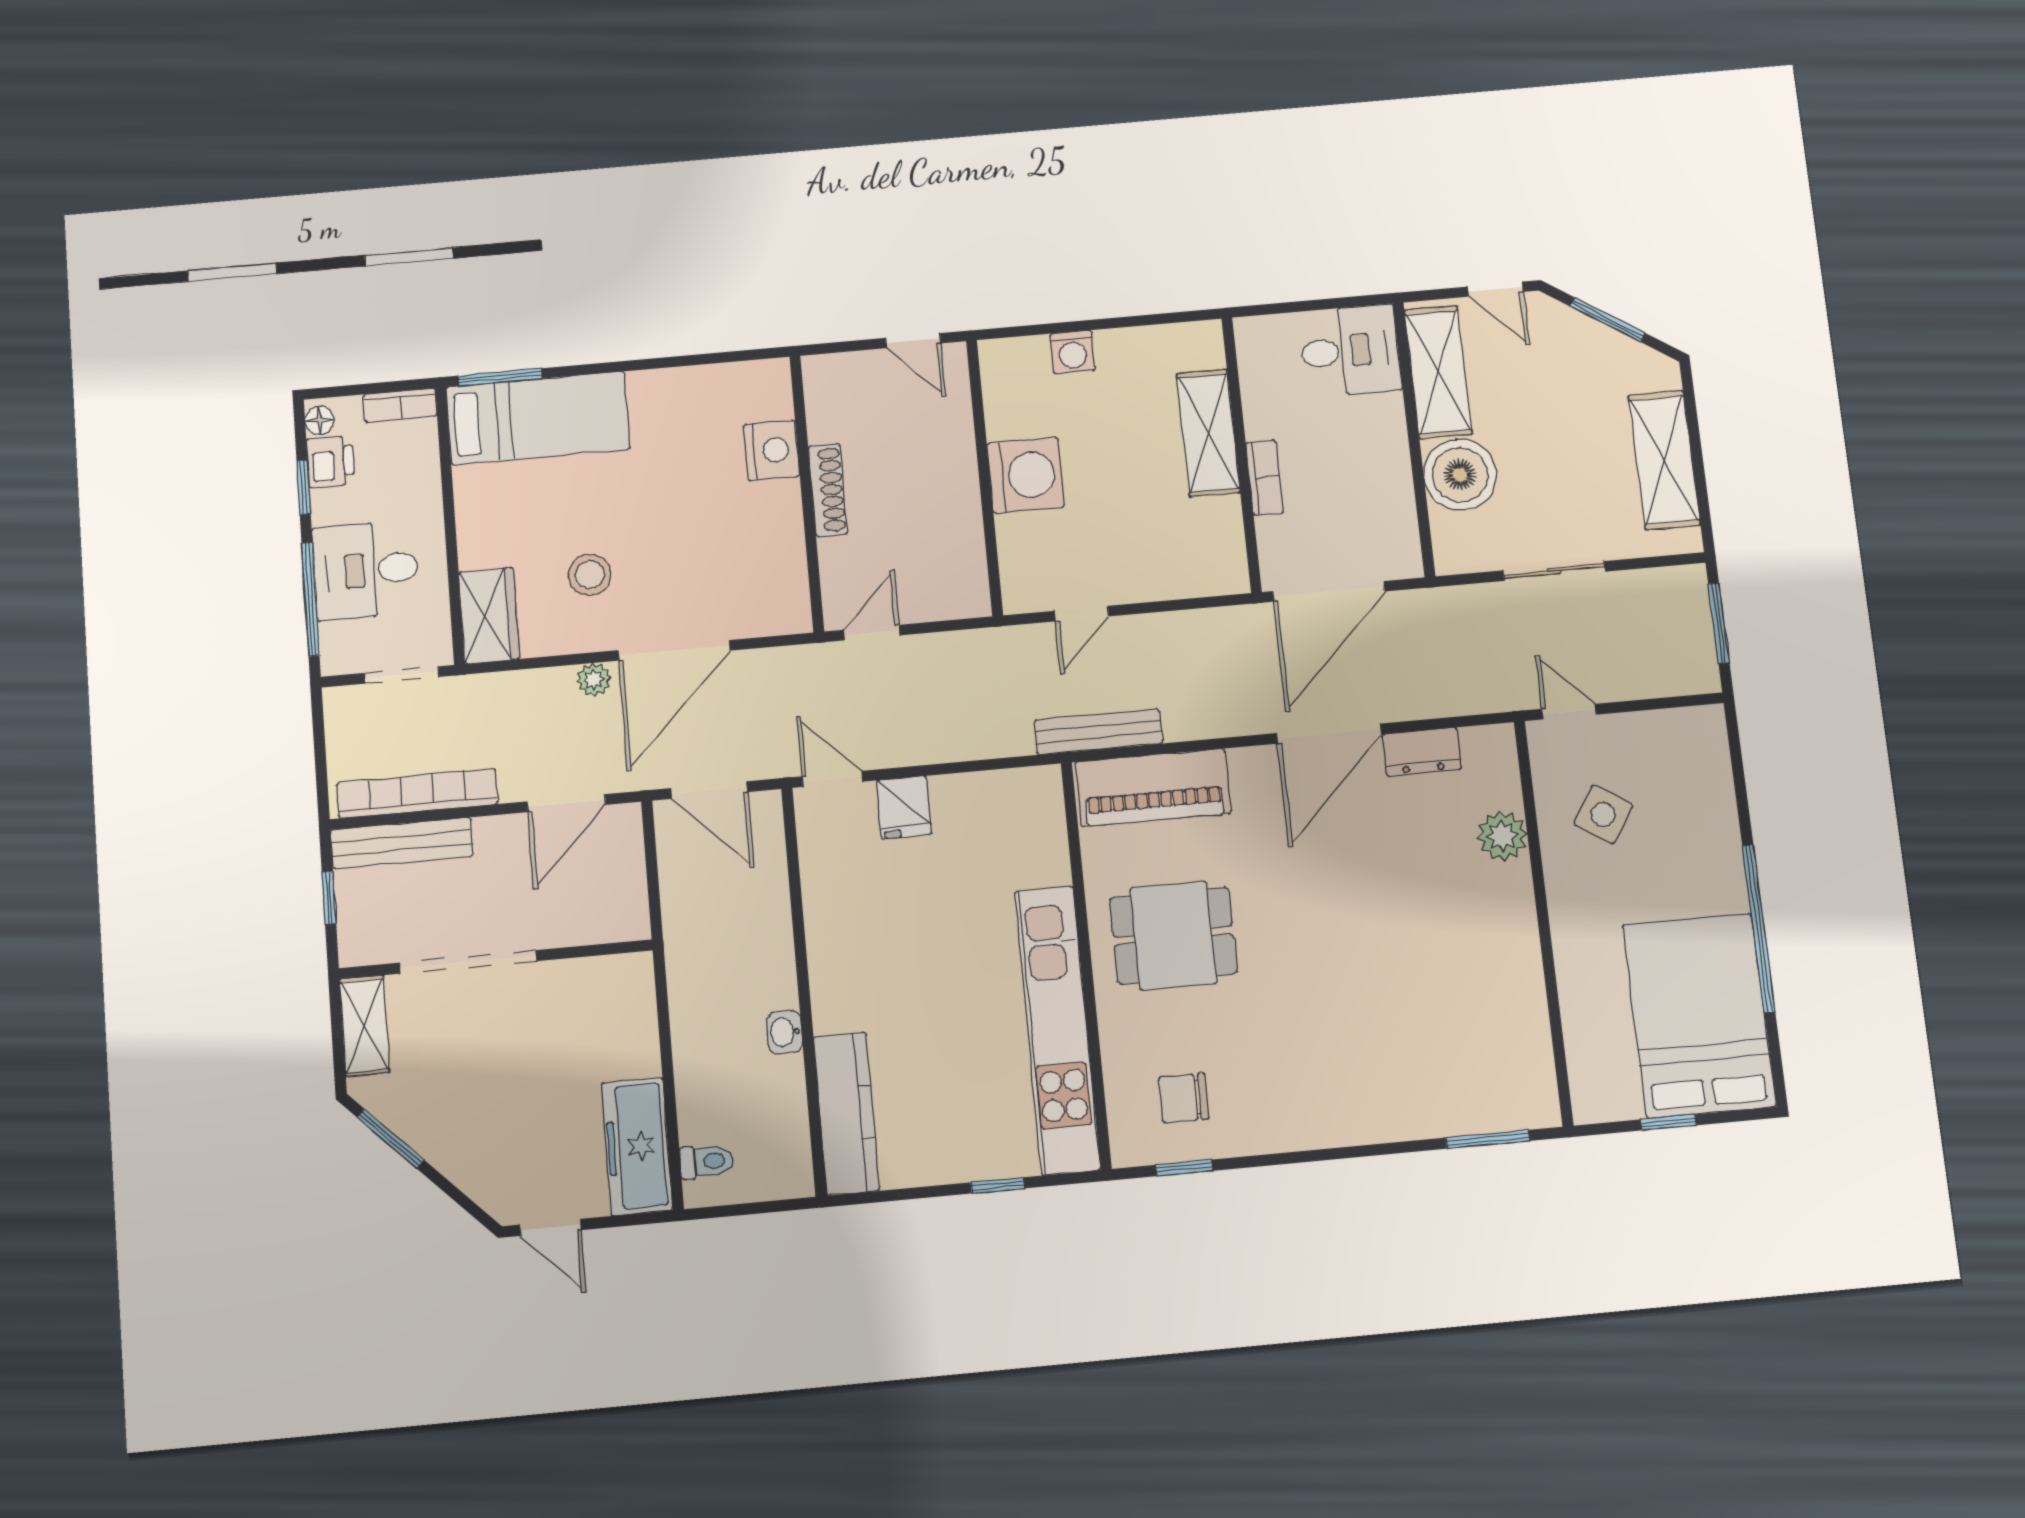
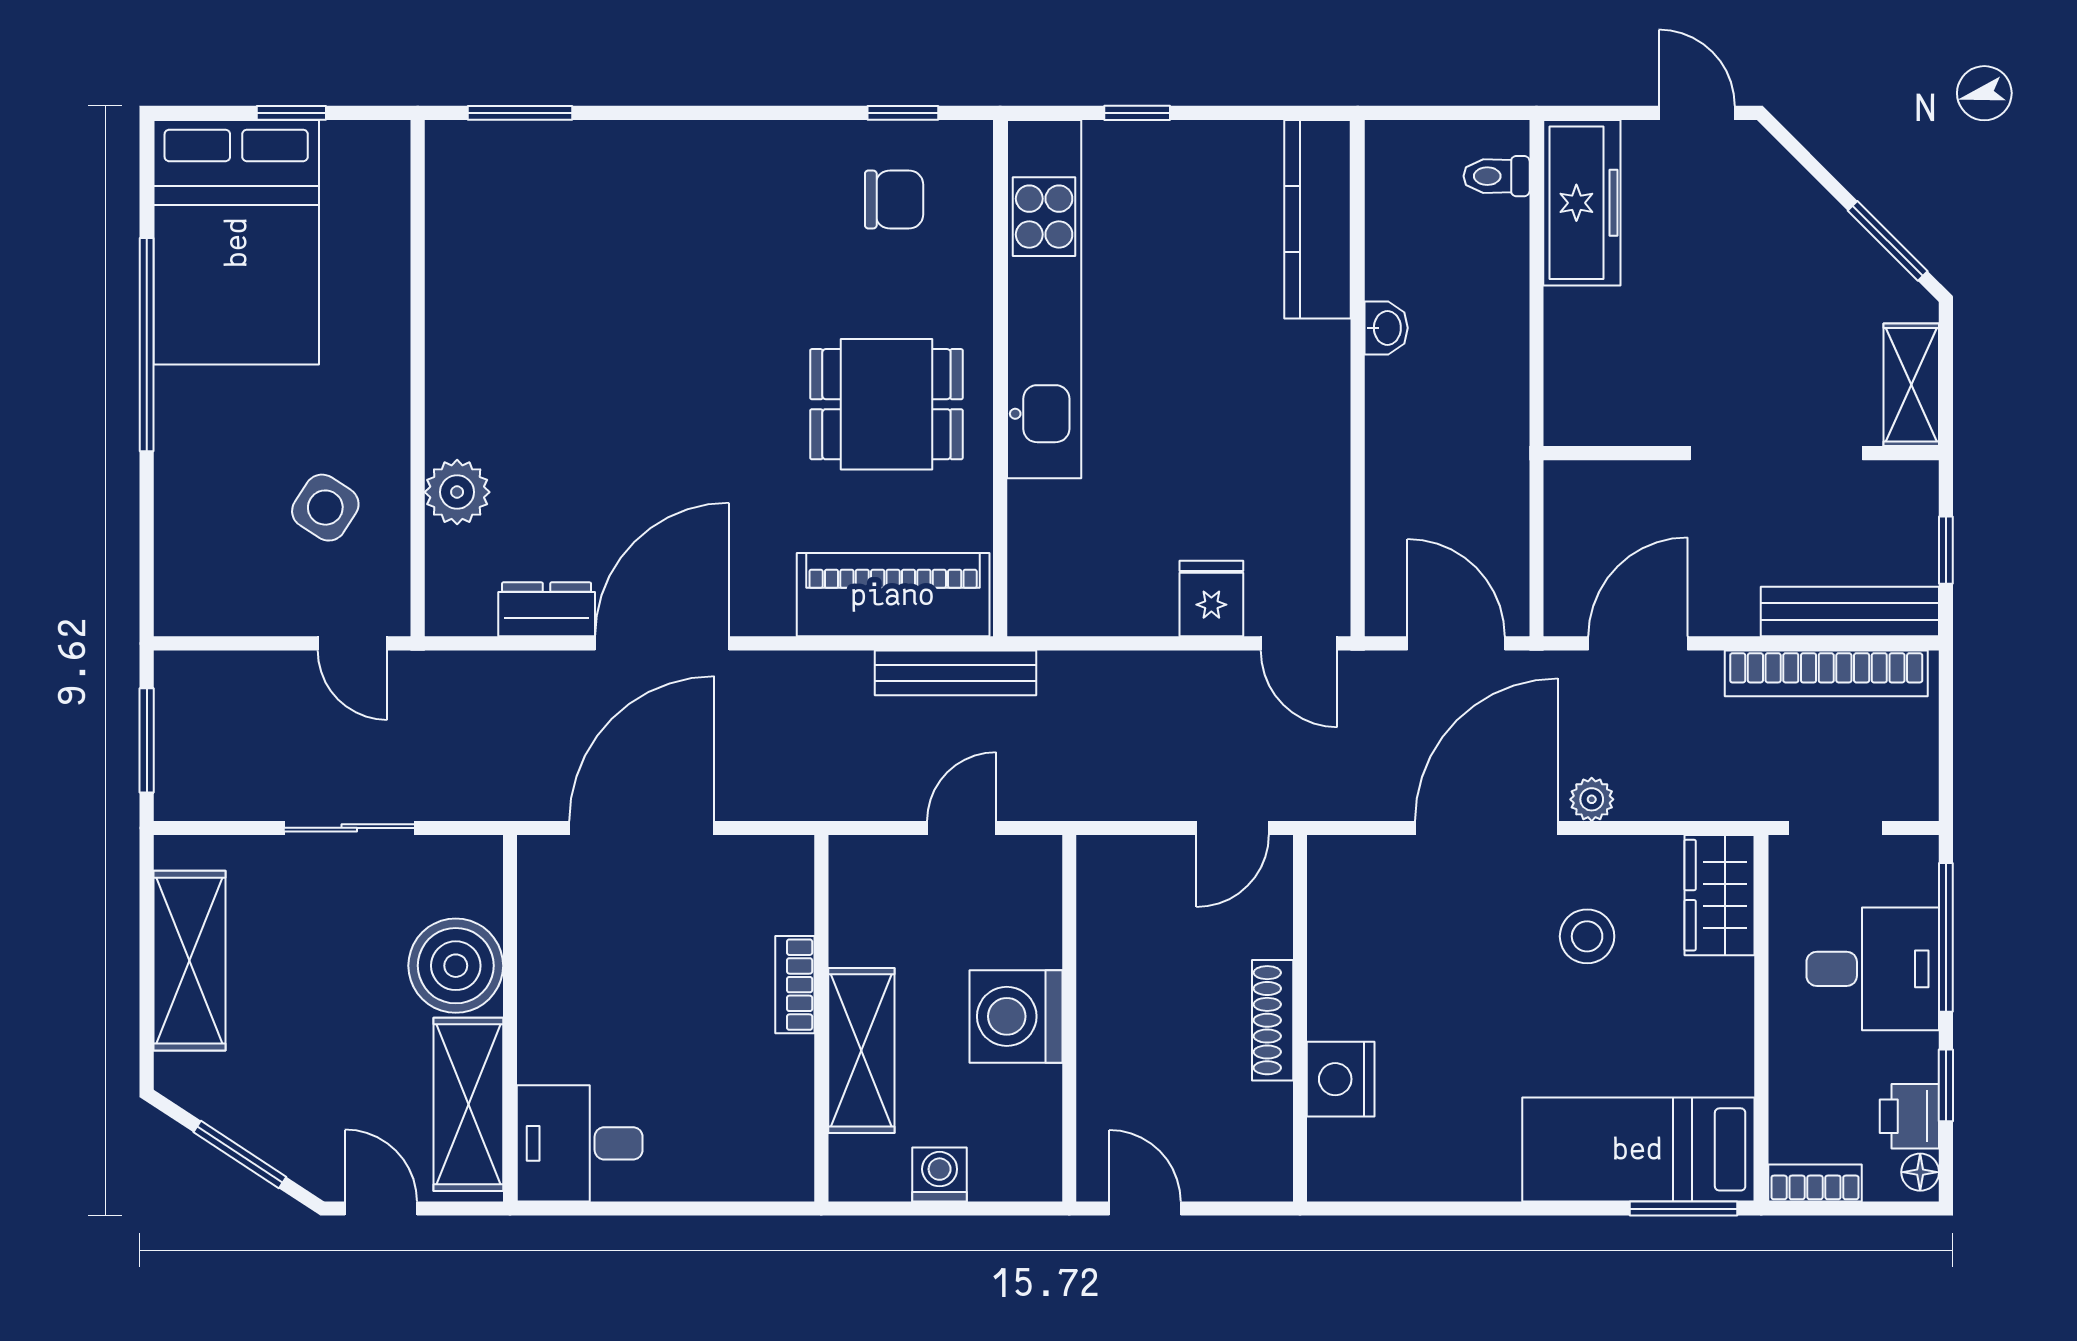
shelving: (1208, 433) -> (861, 1050), moved
wall: (1242, 454) -> (821, 1018), moved
bookcase: (1265, 478) -> (795, 985), moved

